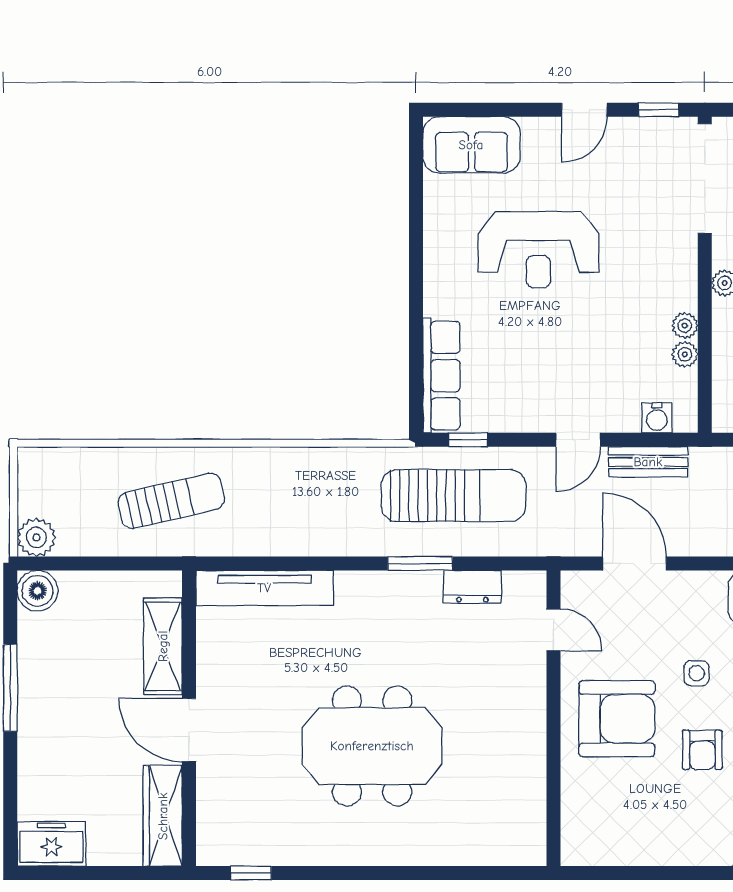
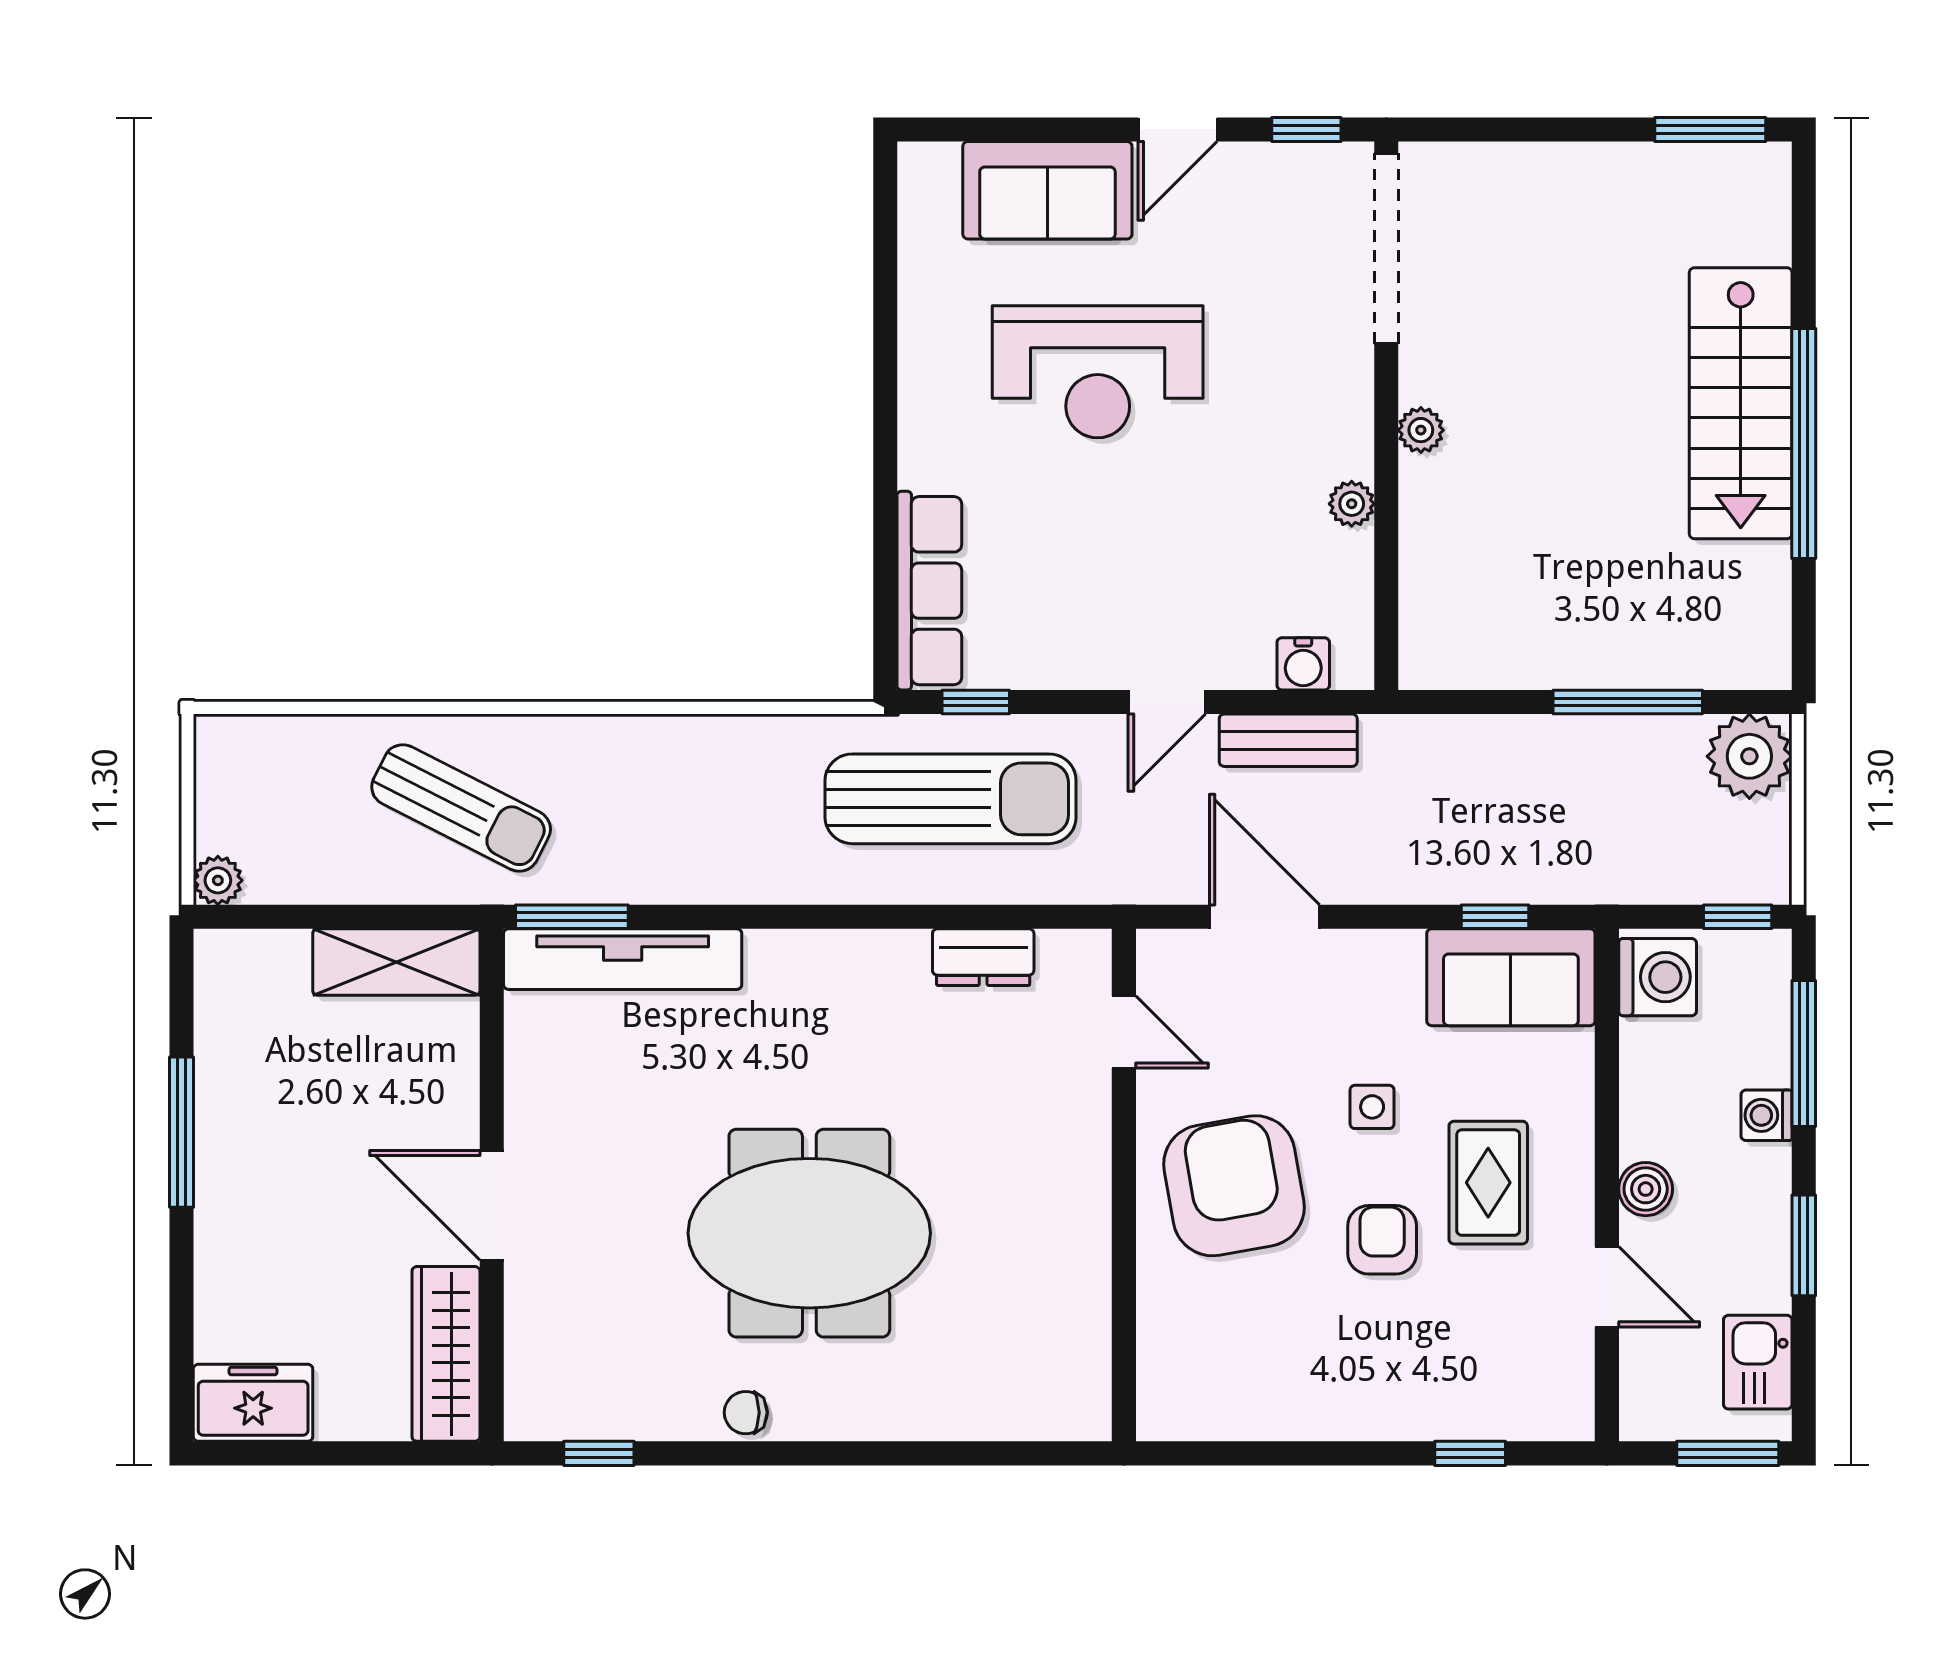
sofa: (471, 145) -> (1047, 190), moved
plant: (685, 354) -> (1352, 554), removed
sun lounger: (171, 501) -> (461, 808), turned 40
plant: (36, 537) -> (218, 880), width x0.73, depth x0.73
window: (420, 564) -> (572, 917), moved
boiler: (37, 591) -> (229, 964), removed
shelving: (163, 646) -> (396, 962), moved, turned 90
armchair: (617, 719) -> (1234, 1186), turned -100
armchair: (702, 750) -> (1382, 1240), turned 180
chair: (335, 849) -> (746, 1413), added

